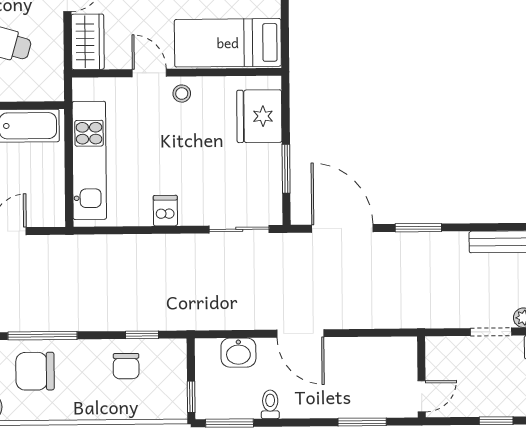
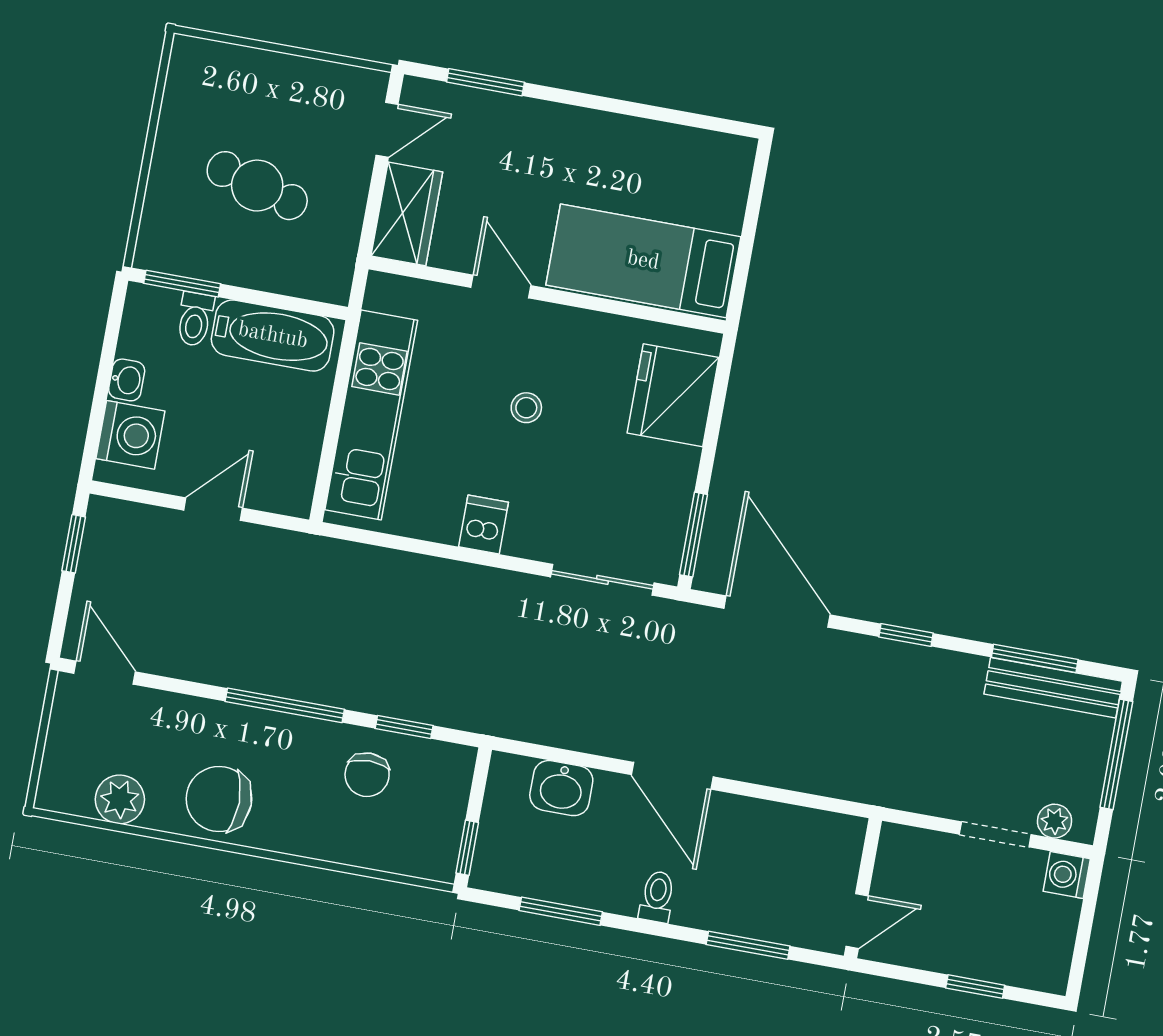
stool: (182, 94) -> (526, 408), moved
window: (286, 169) -> (694, 535), moved
window: (494, 227) -> (1035, 658), added
window: (418, 228) -> (906, 635), width x0.67
window: (42, 336) -> (285, 705), moved
chair: (35, 371) -> (219, 799), moved
toilet: (270, 404) -> (657, 897), moved
window: (230, 423) -> (561, 911), moved

